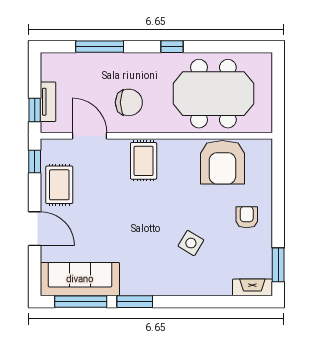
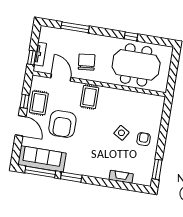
window: (172, 47) -> (131, 36), moved
chair: (129, 102) -> (87, 62), turned -96
window: (35, 161) -> (25, 101), moved
armchair: (222, 162) -> (62, 124), moved
side table: (191, 243) -> (121, 133), moved
fireplace: (252, 287) -> (121, 177), moved

